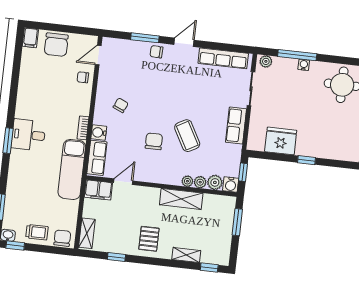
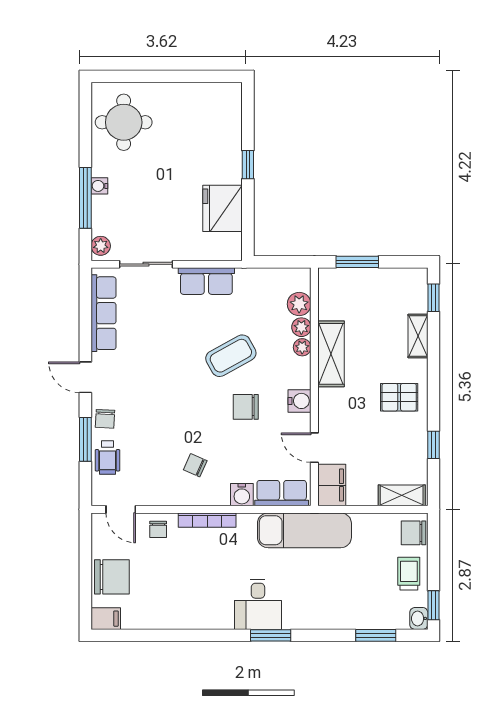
wheelchair: (132, 50) -> (107, 458), added
bookcase: (83, 128) -> (207, 520), moved, width x1.56
window: (243, 172) -> (278, 262), removed
water cooler: (231, 184) -> (300, 401), moved

